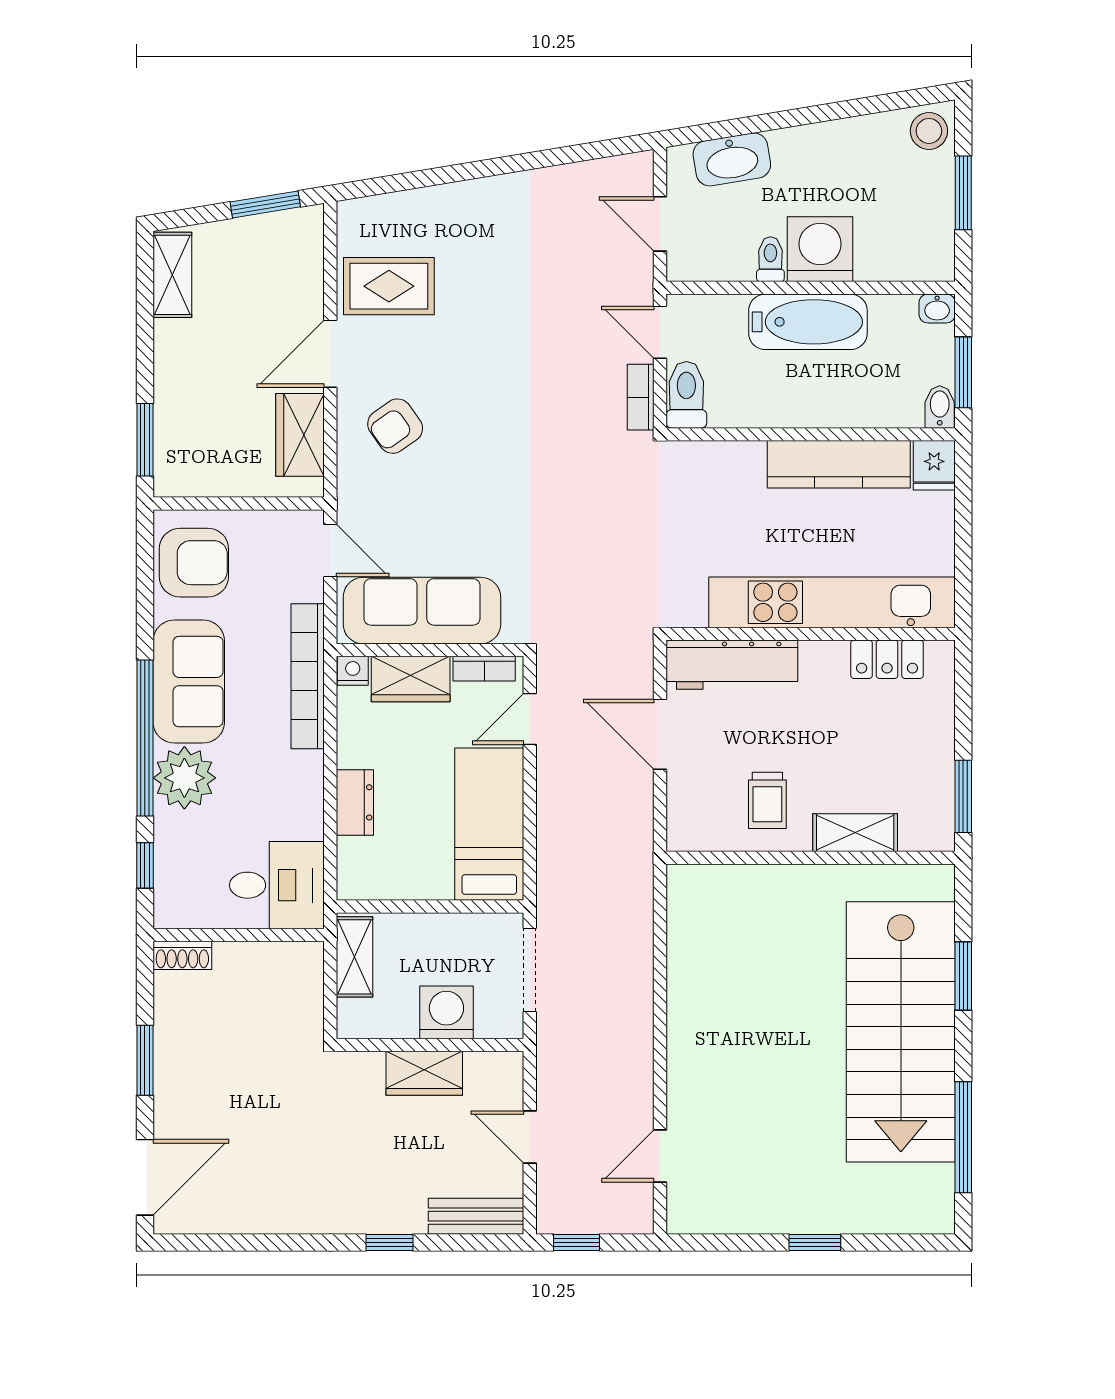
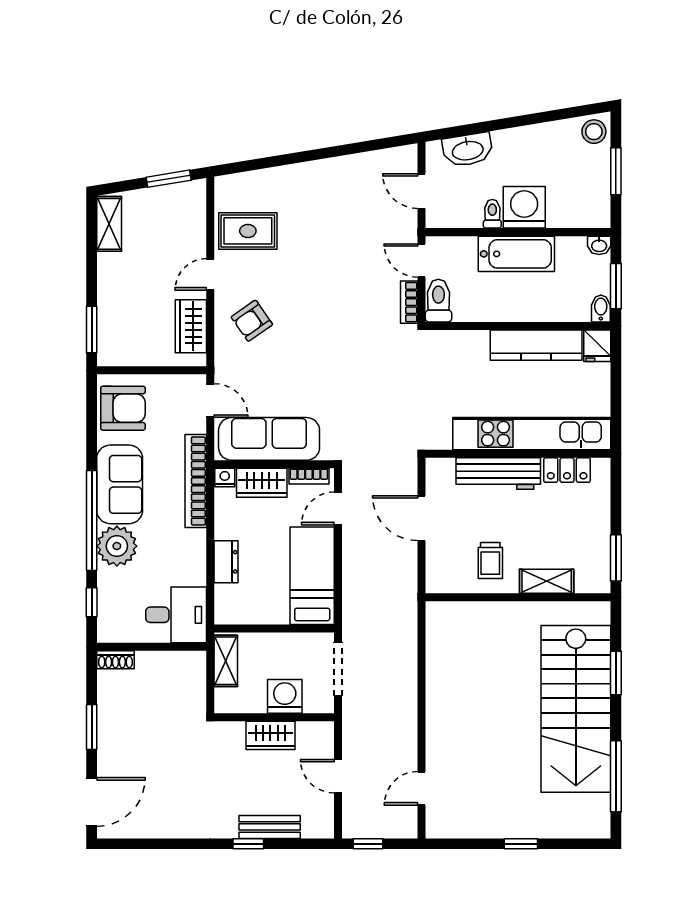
door: (330, 354) -> (210, 274), width x0.73
workbench: (732, 665) -> (498, 474), moved
bench: (476, 1216) -> (270, 827), moved

